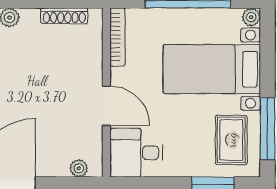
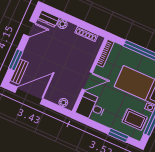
door: (106, 106) -> (87, 81), hinge flipped
rug: (231, 140) -> (135, 120), turned 90

